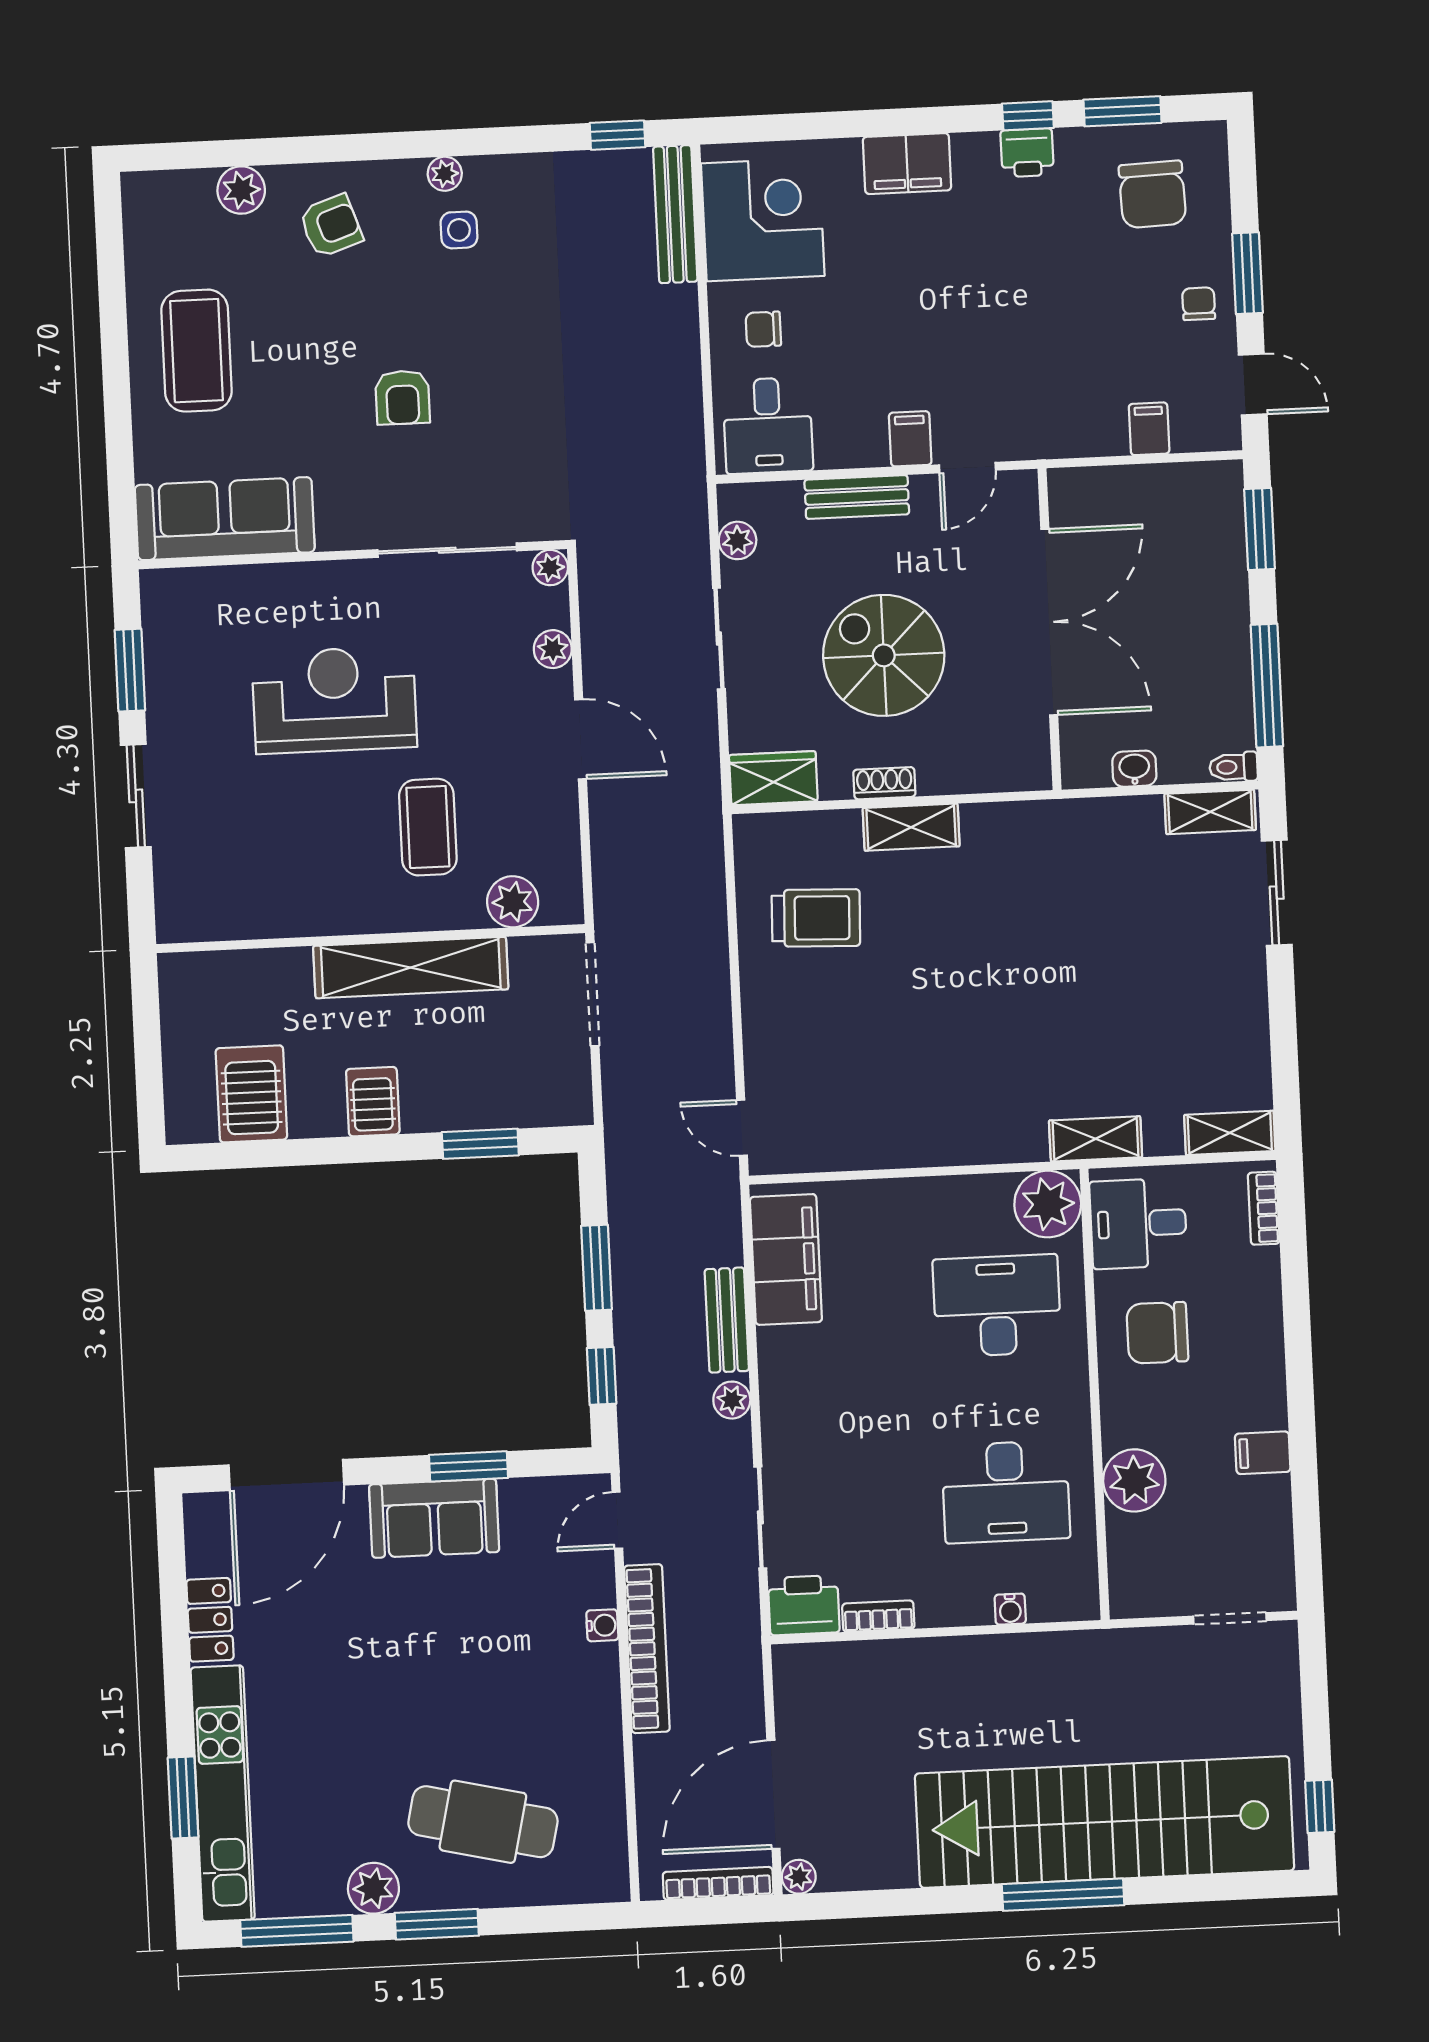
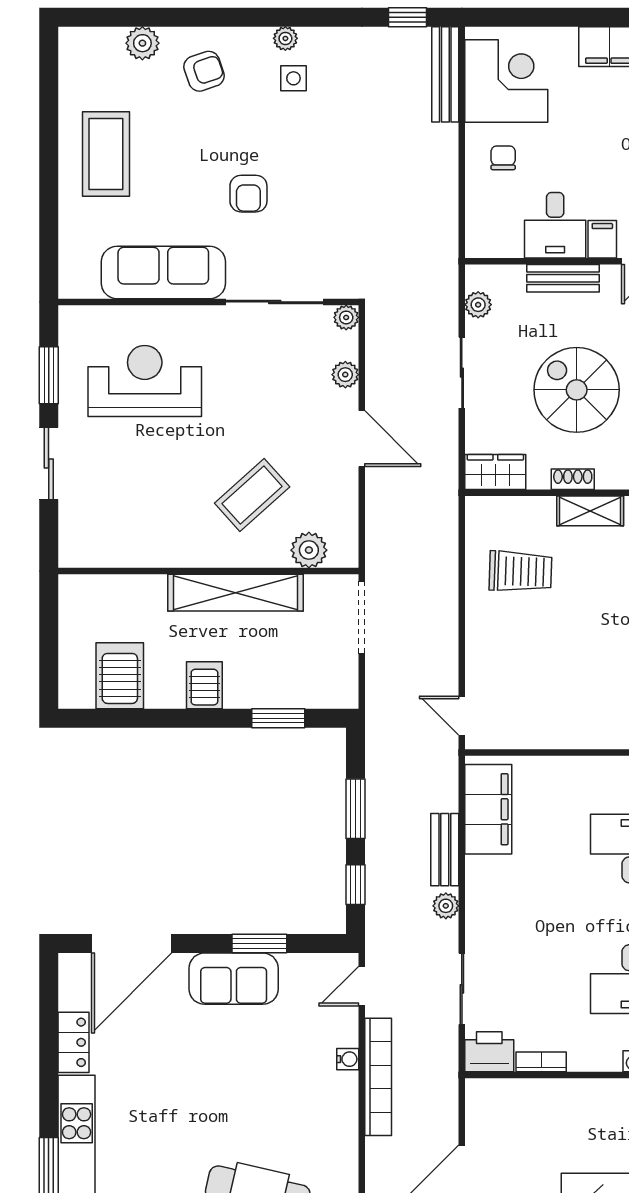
chair: (763, 329) -> (503, 158), turned 90
desk: (768, 425) -> (555, 225), moved
sofa: (225, 519) -> (163, 272), moved
reception desk: (334, 700) -> (145, 381), moved
coffee table: (428, 827) -> (252, 495), turned 48

